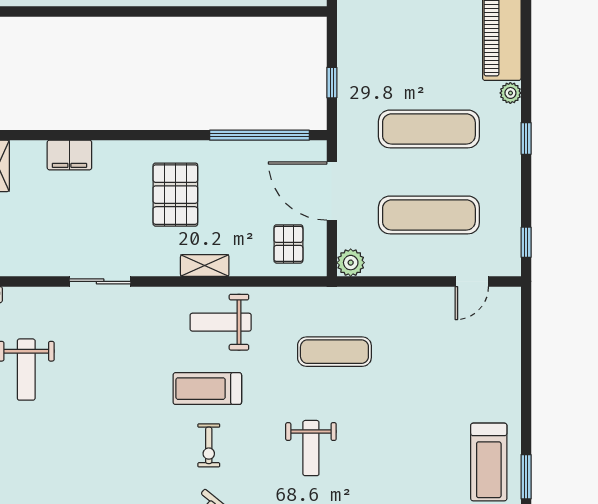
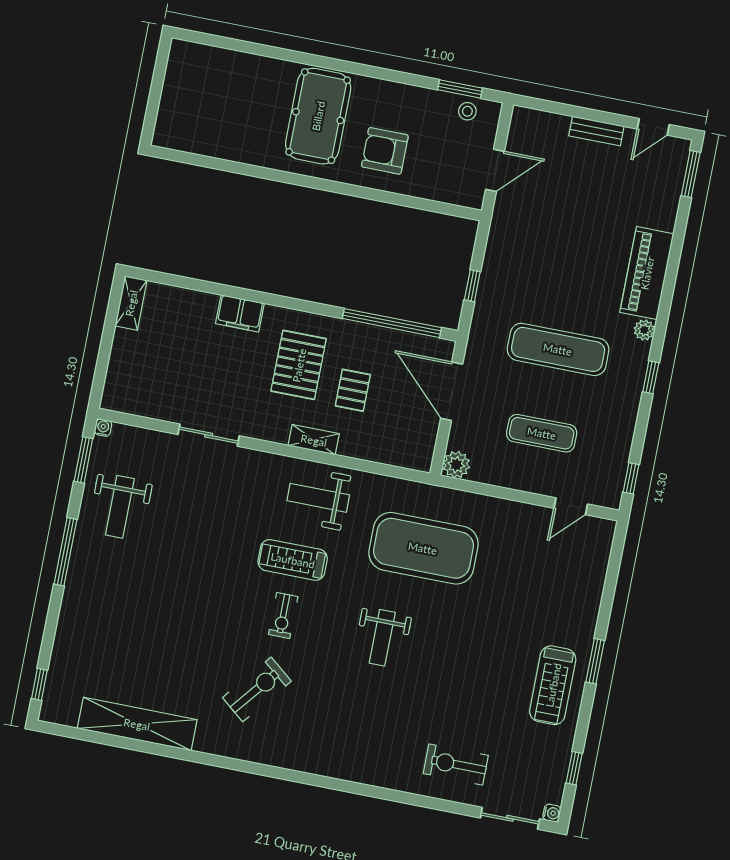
filing cabinet: (69, 155) -> (240, 313), moved
exercise mat: (429, 215) -> (542, 433), width x0.73, depth x0.69
pallet: (288, 244) -> (353, 390), moved
exercise mat: (334, 352) -> (423, 548), width x2.00, depth x1.45
window: (526, 477) -> (595, 661), moved

